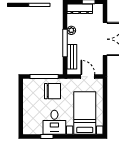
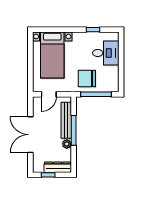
bench: (72, 57) -> (66, 120), width x1.36
door: (88, 77) -> (49, 94), hinge flipped
desk: (54, 122) -> (106, 53), moved, turned 90

